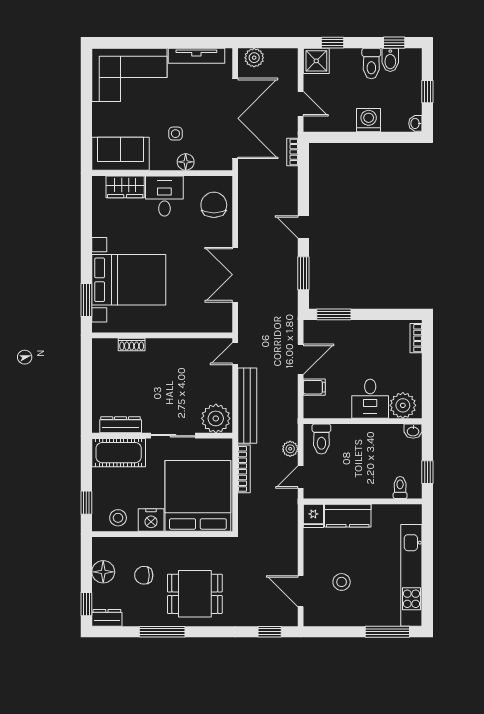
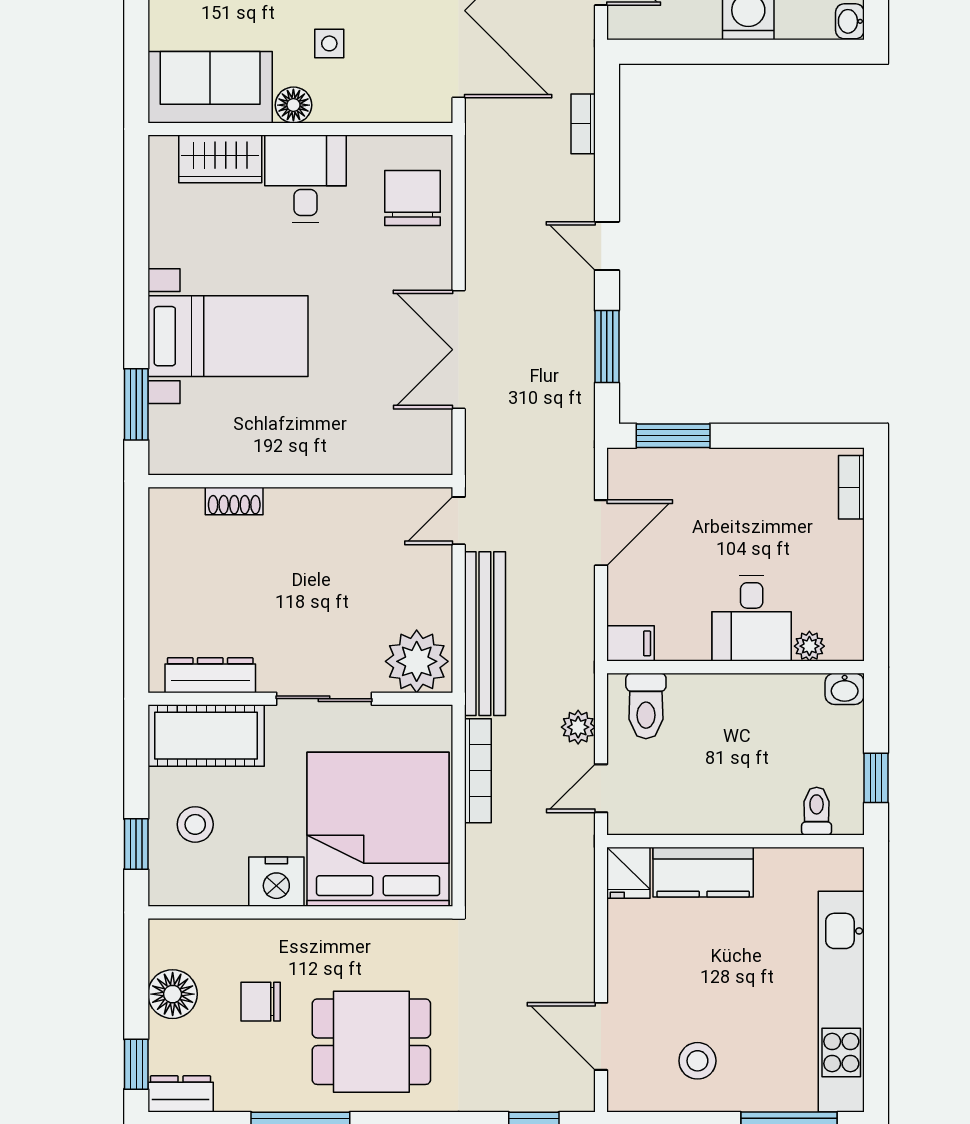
bookcase: (292, 152) -> (583, 124), moved
floor lamp: (186, 162) -> (293, 105), moved
bed with nightstands: (129, 280) -> (228, 336), width x0.73
filing cabinet: (314, 387) -> (631, 643), moved
plant: (403, 405) -> (809, 646), width x0.53, depth x0.53
stool: (118, 518) -> (195, 824), moved
stool: (342, 582) -> (697, 1061), moved

